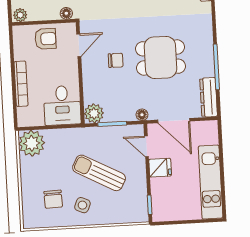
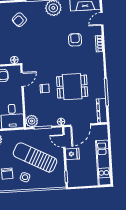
door: (174, 121) -> (81, 125), hinge flipped
sun lounger: (99, 173) -> (35, 157), width x1.36, depth x1.34

